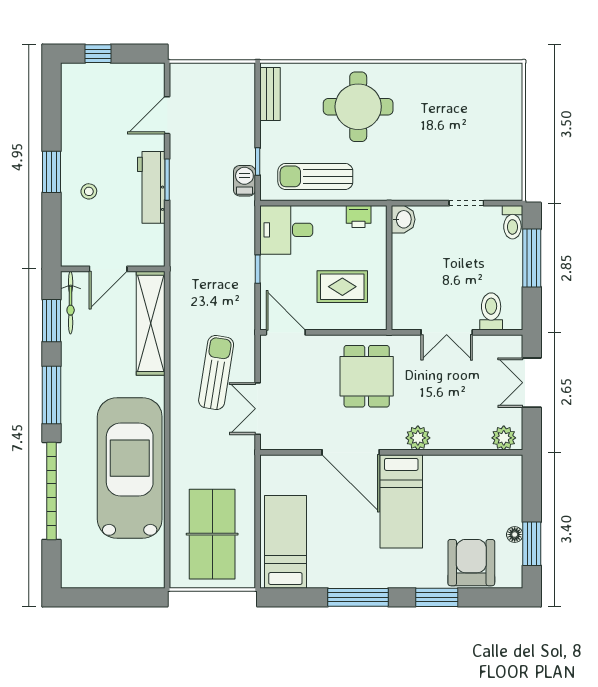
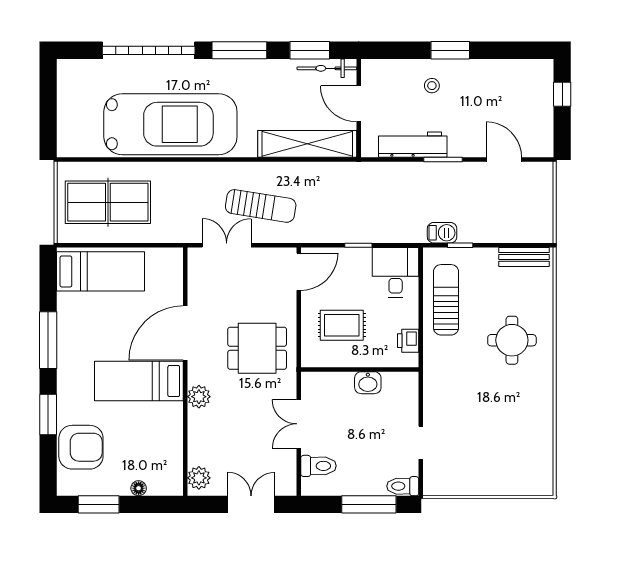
round table: (358, 107) -> (512, 340), width x0.73, depth x0.73
workbench: (151, 187) -> (413, 145), moved
washbasin: (403, 219) -> (368, 383), moved
rug: (342, 287) -> (342, 325), turned 90
floor lamp: (515, 535) -> (139, 488), moved

